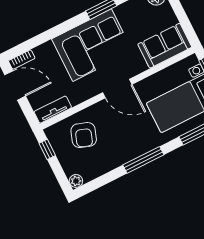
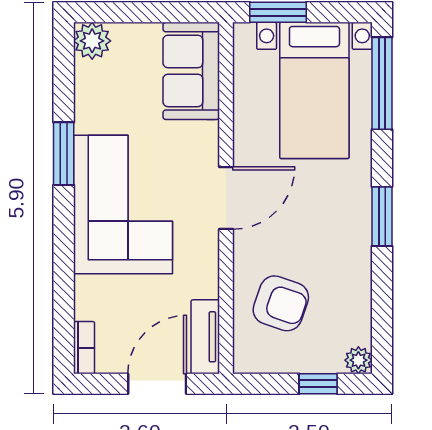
door: (15, 85) -> (157, 384), moved
window: (47, 149) -> (318, 384), moved
window: (143, 160) -> (382, 216), width x0.69

